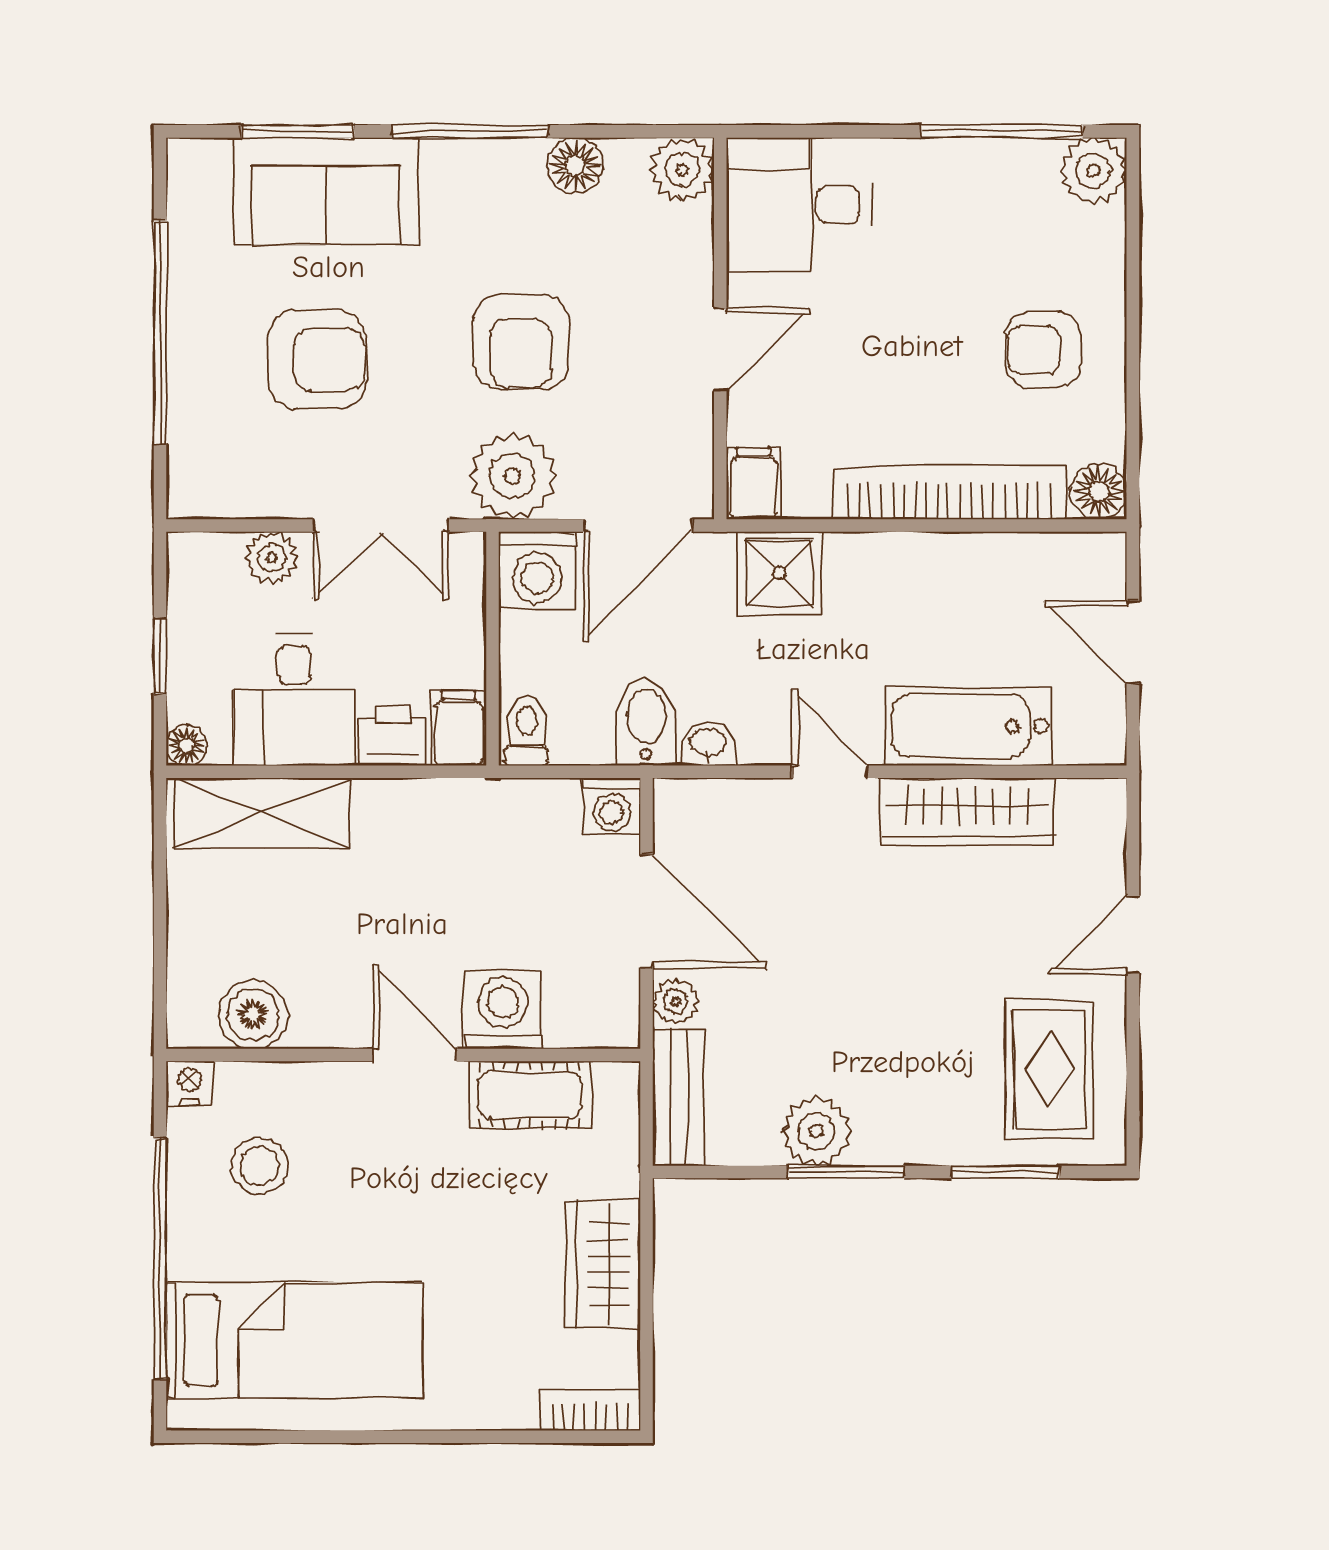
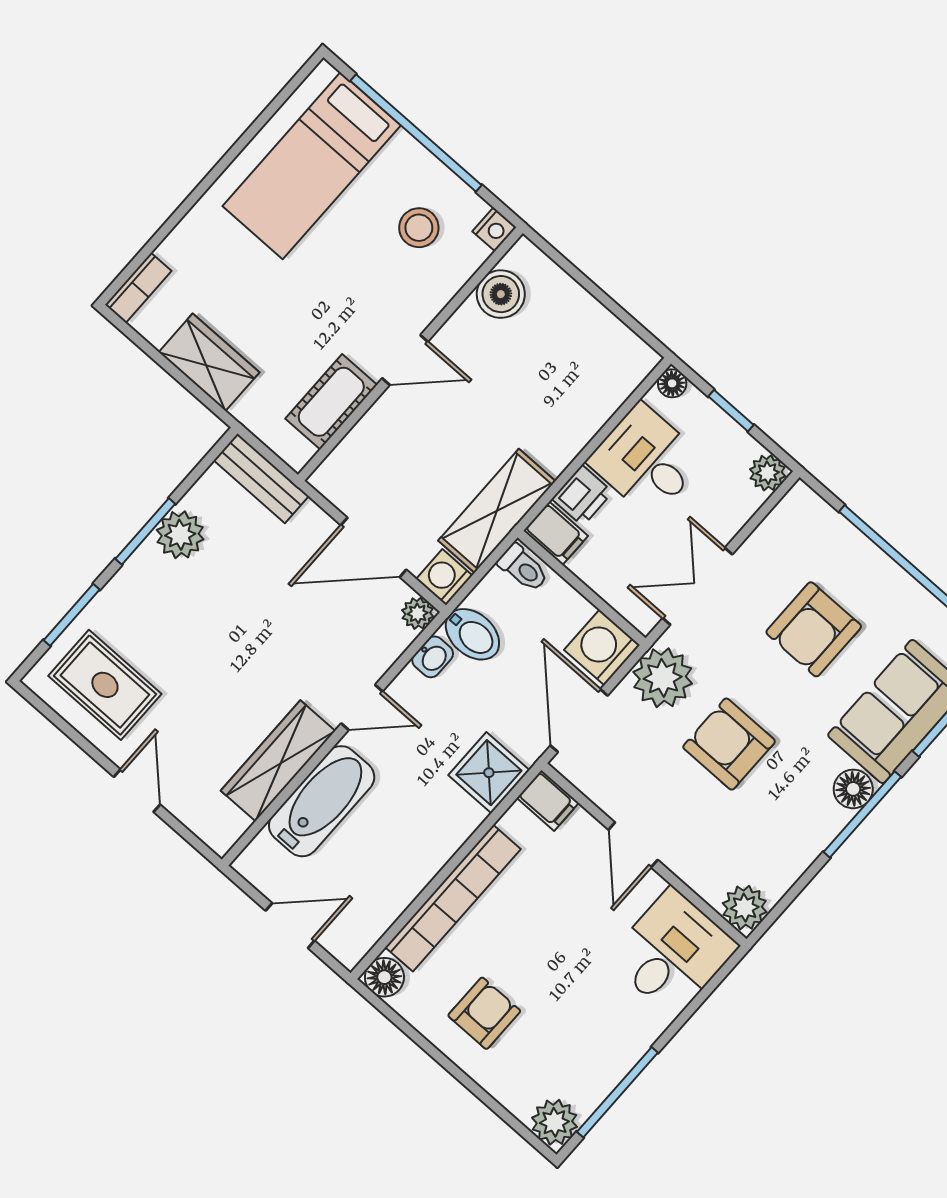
floor lamp: (575, 165) -> (853, 789), moved
plant: (272, 558) -> (768, 473), moved
shelving: (262, 813) -> (497, 511), moved
plant: (676, 1001) -> (418, 613), moved
washing machine: (502, 1010) -> (388, 427), removed

